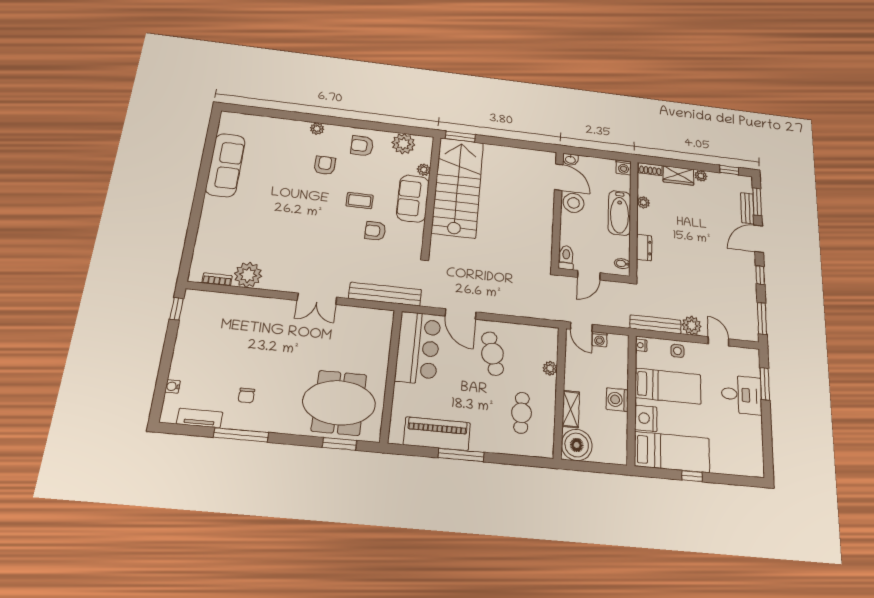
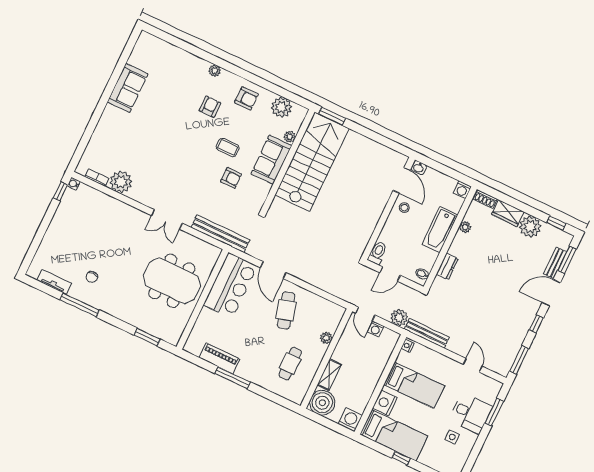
armchair: (362, 146) -> (246, 98), turned 180
sofa: (225, 165) -> (128, 88), width x0.73
plant: (701, 176) -> (530, 227), width x1.87, depth x1.87
stool: (573, 203) -> (404, 208), width x0.53, depth x0.53
armchair: (375, 231) -> (231, 178), turned 180
plant: (692, 326) -> (399, 318), moved
side table: (677, 351) -> (452, 437), moved
water cooler: (173, 386) -> (74, 184), moved
washing machine: (617, 400) -> (350, 420), moved, turned 90
meeting table: (339, 403) -> (172, 281), moved
piano: (437, 434) -> (219, 358), width x0.73, depth x0.75

